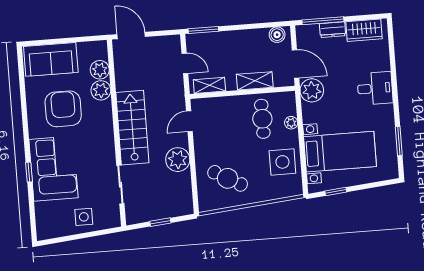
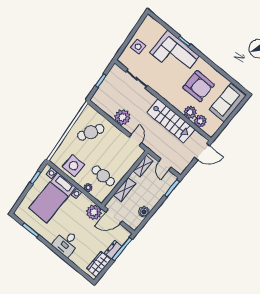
boiler: (277, 35) -> (144, 212), moved
door: (185, 63) -> (165, 164), hinge flipped
stairs: (132, 128) -> (171, 121), moved

